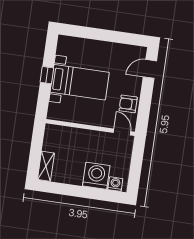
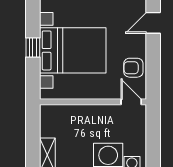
bed with nightstands: (80, 82) -> (73, 50), width x1.36

